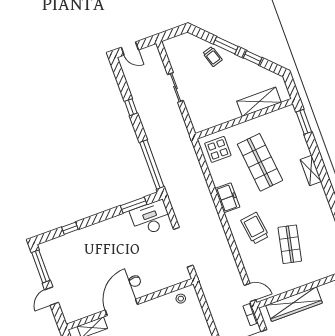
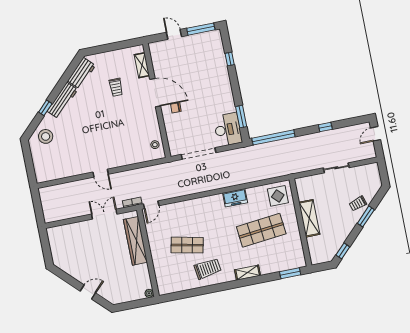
window: (253, 58) -> (343, 251), moved
shelving: (259, 102) -> (309, 218), moved
trolley: (255, 228) -> (208, 269), moved

